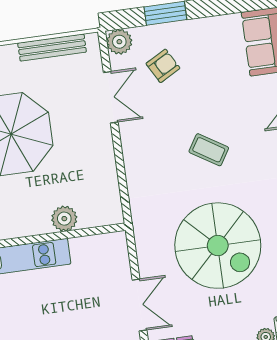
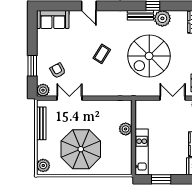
spiral stairs: (218, 246) -> (149, 56), turned 180

